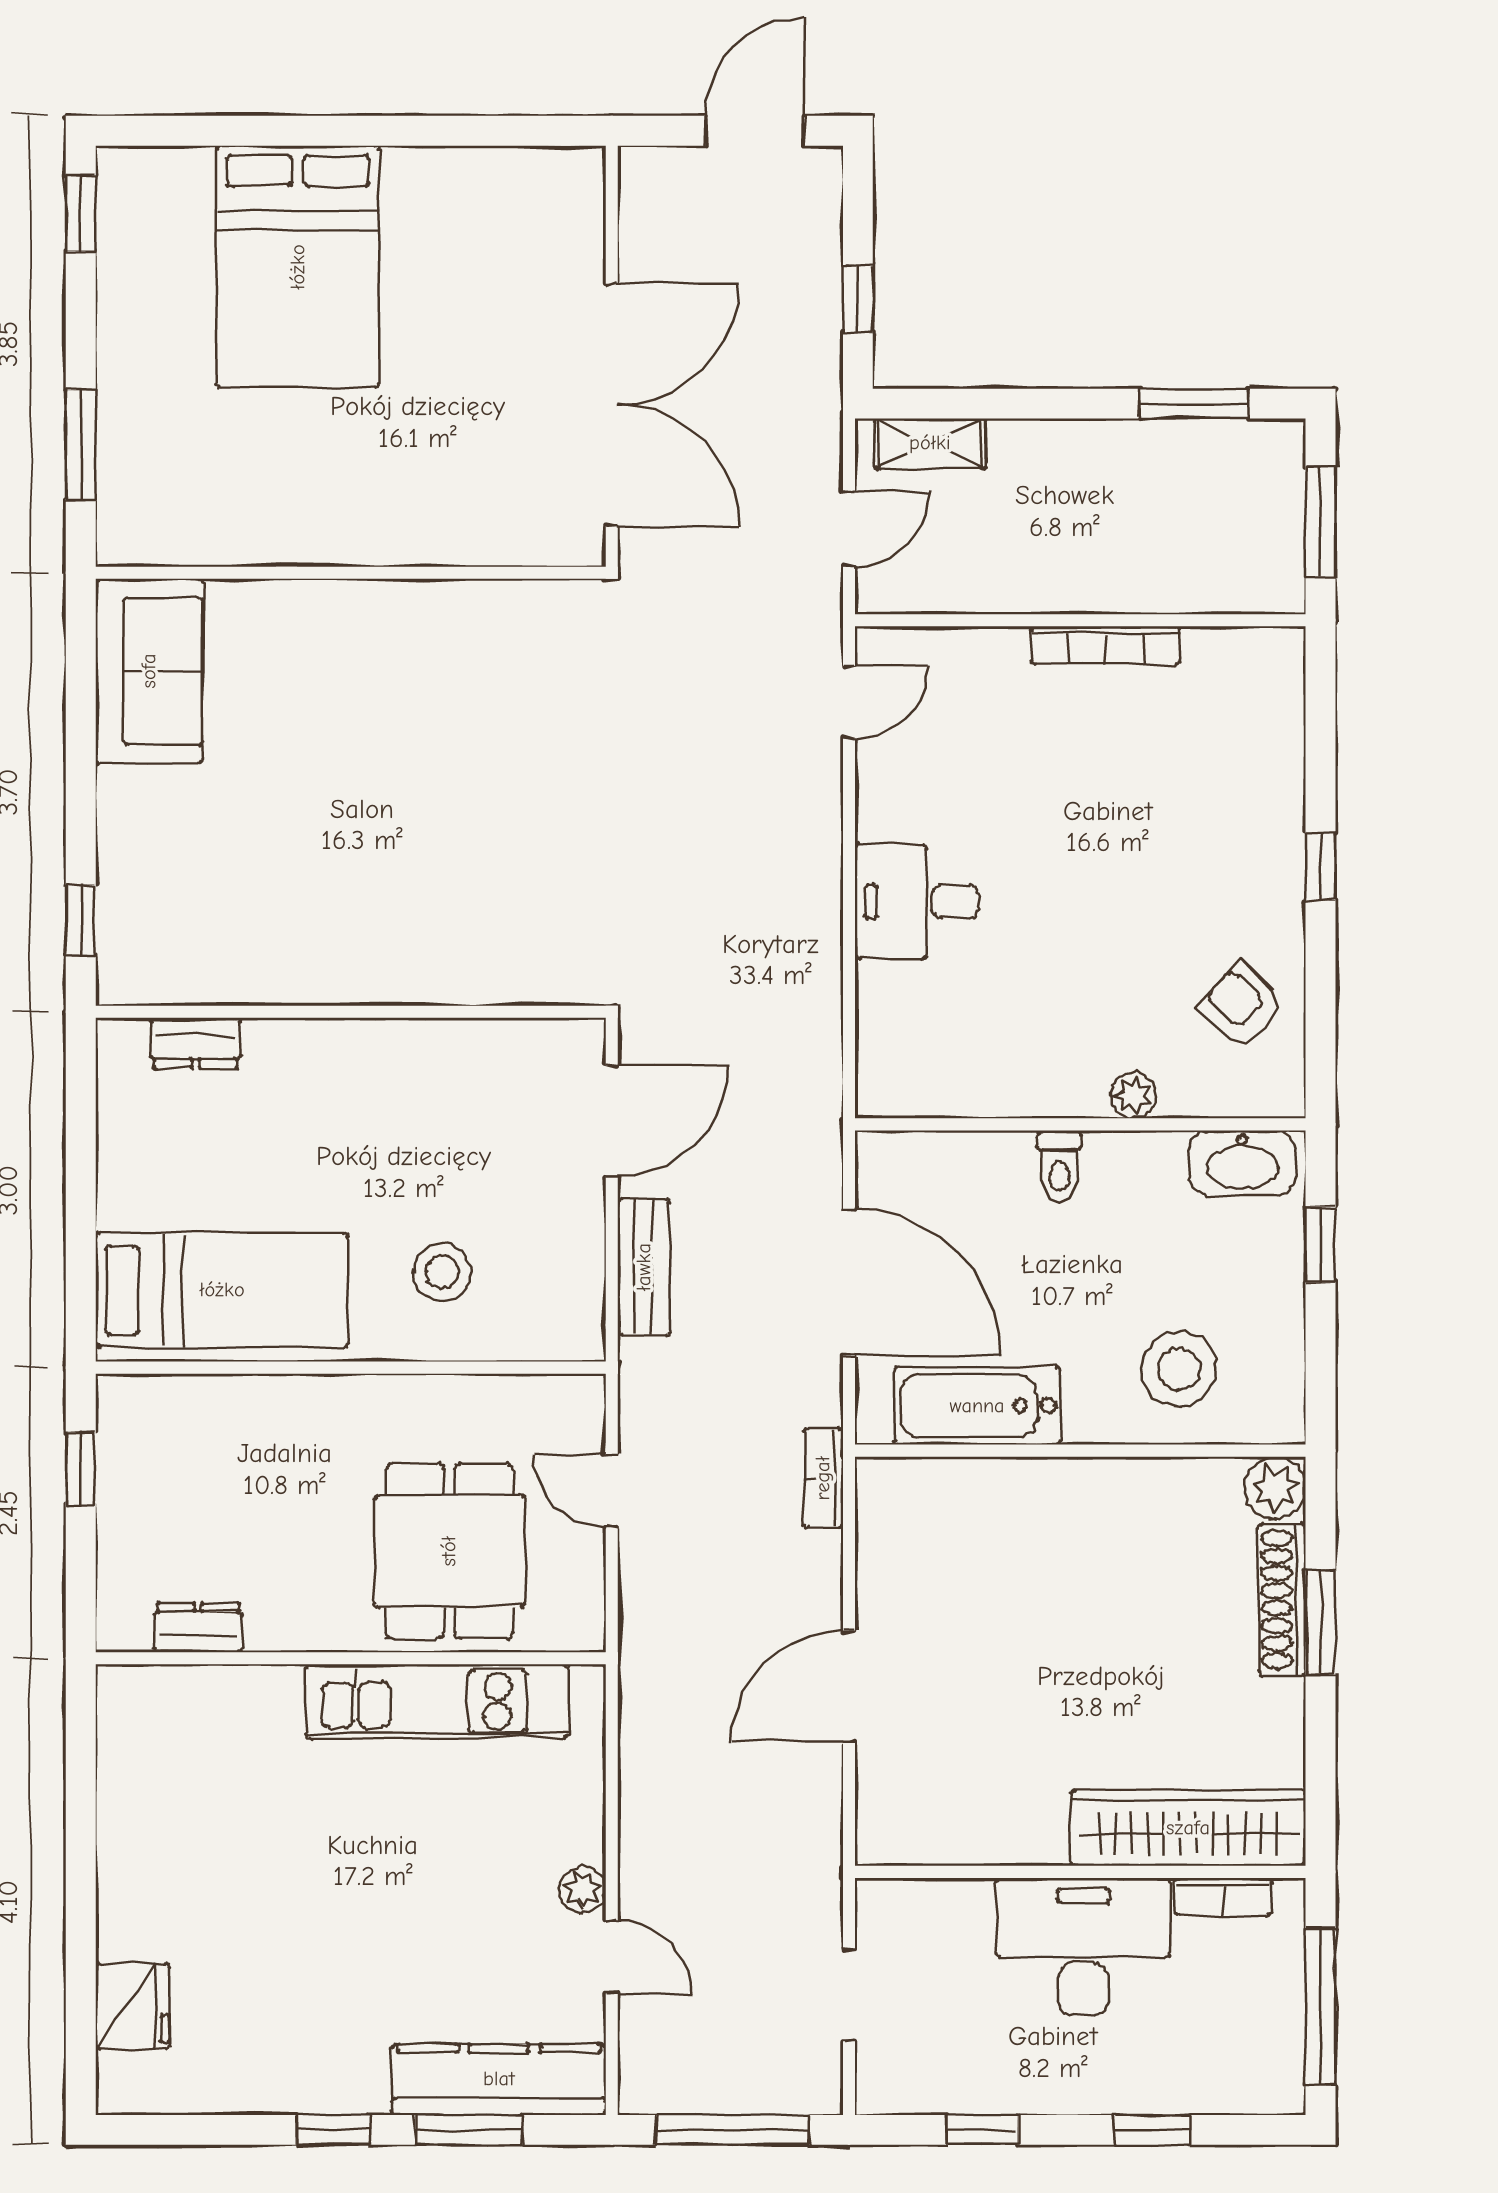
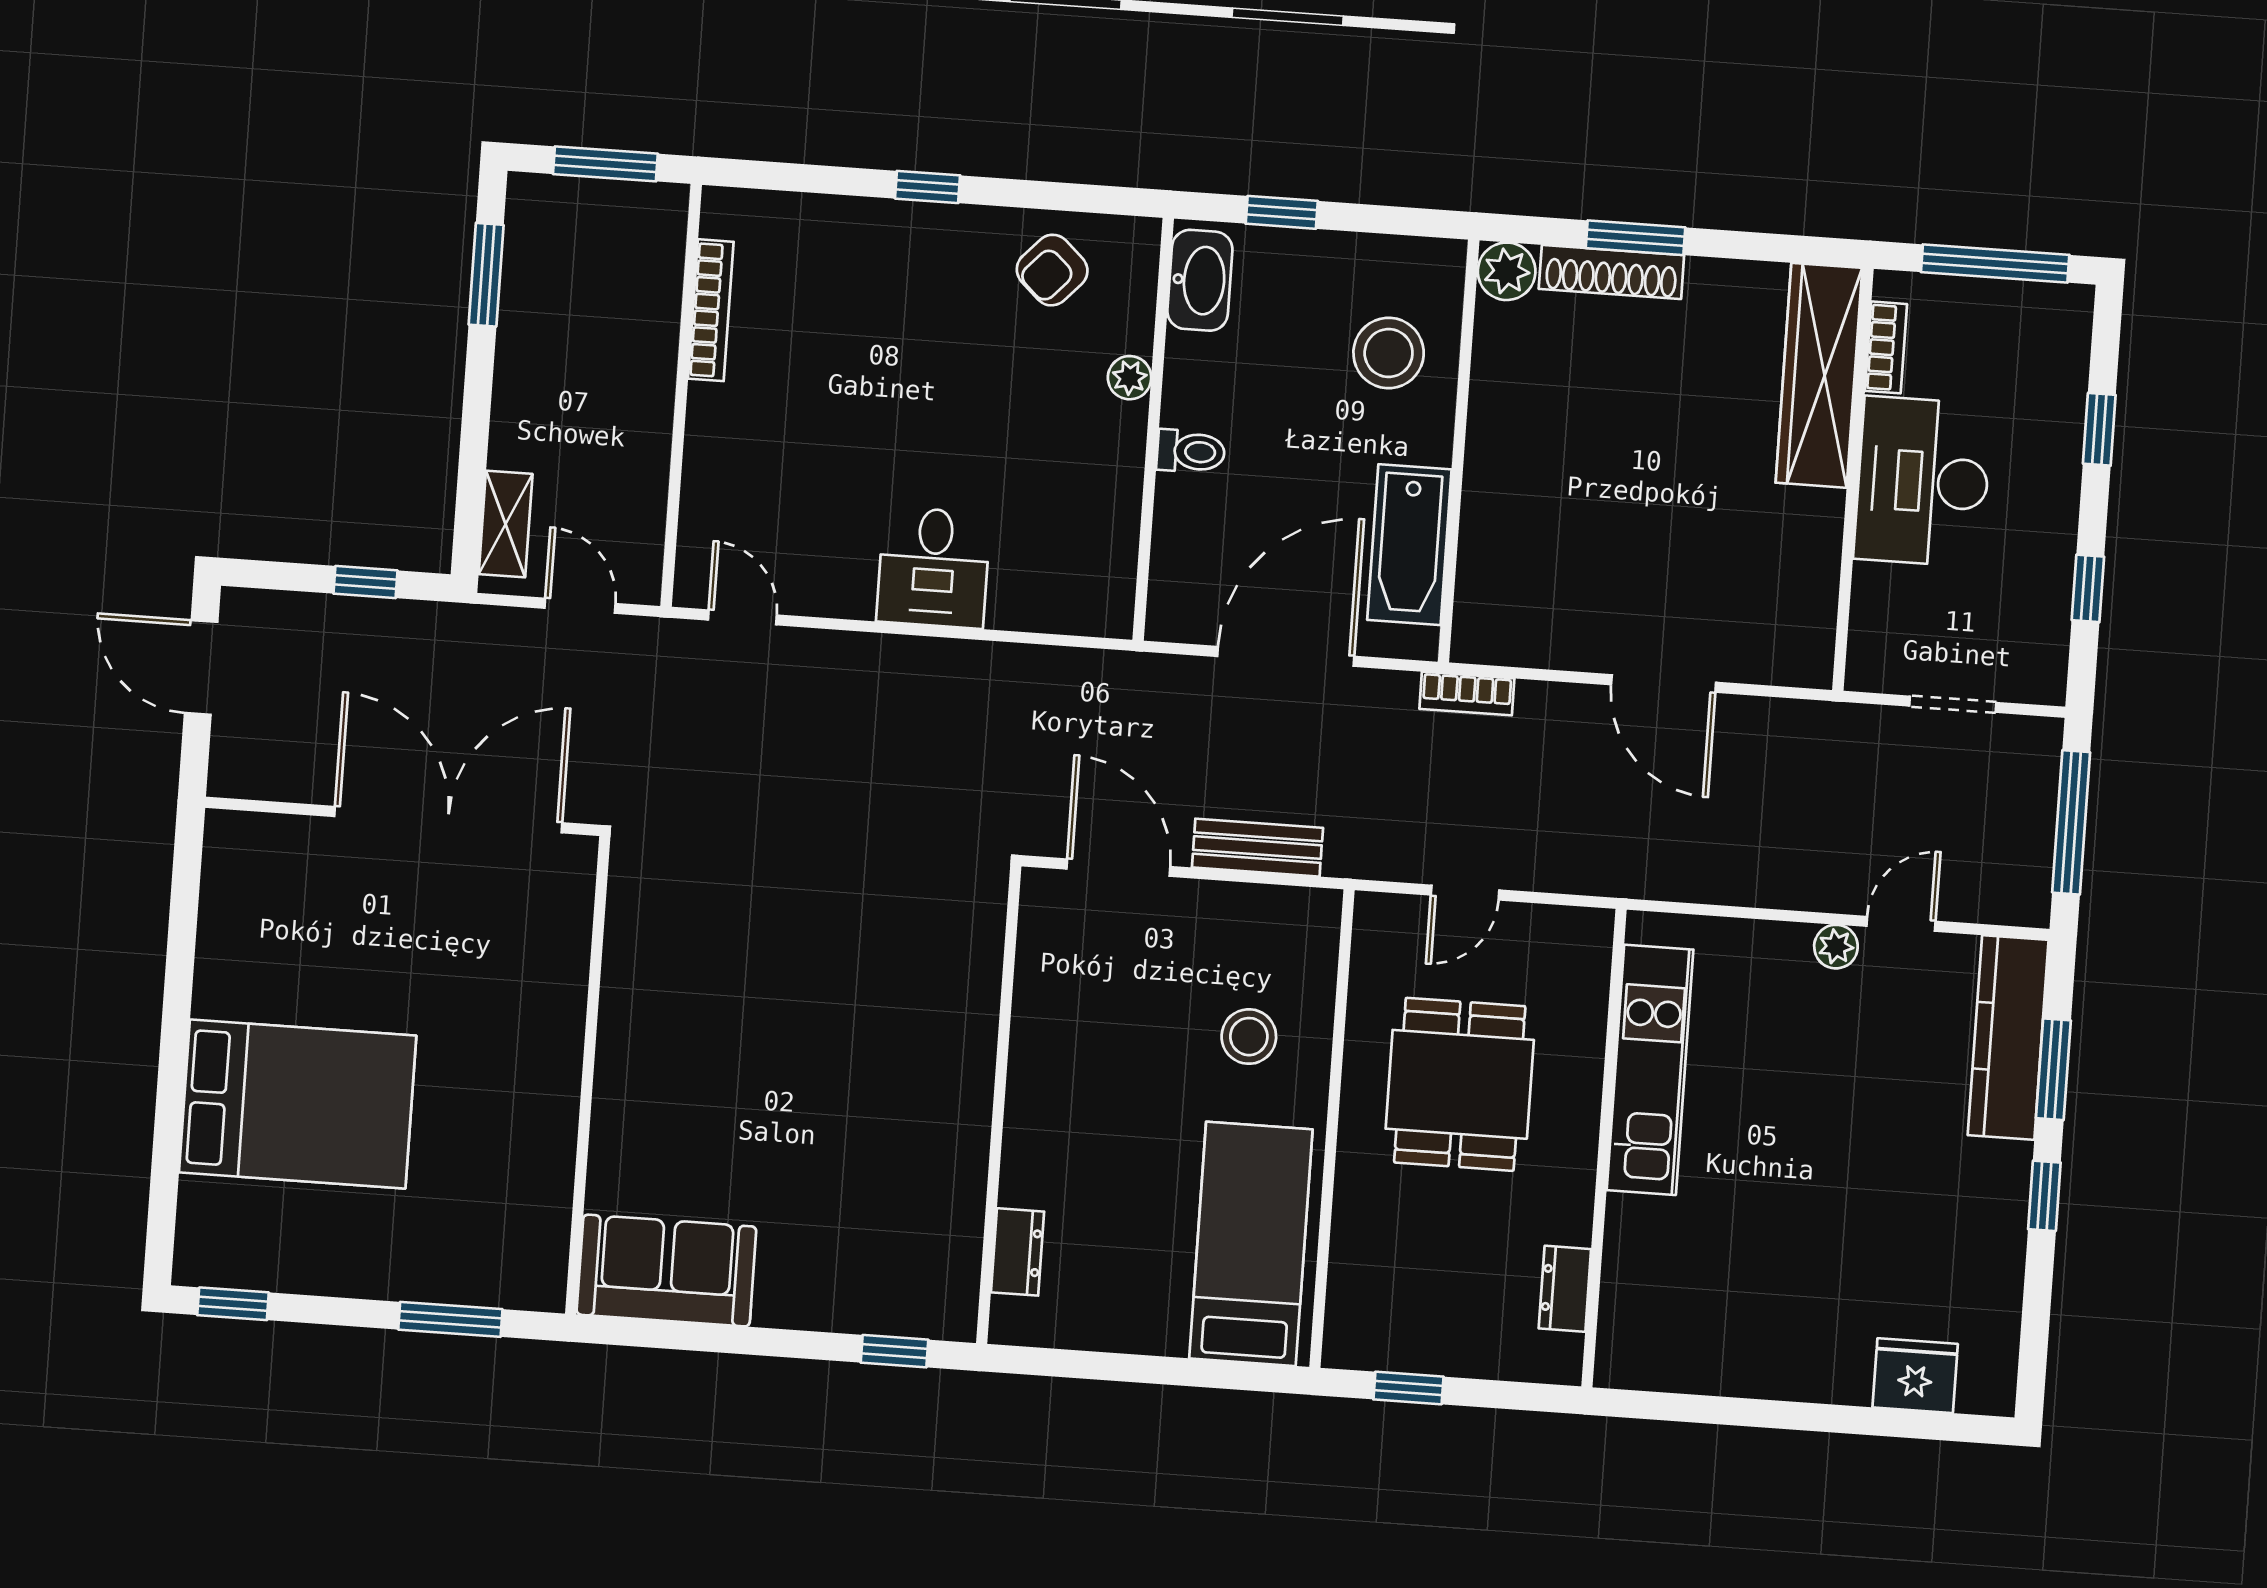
bookcase: (1106, 645) -> (711, 310), moved
dining table: (449, 1551) -> (1460, 1084), moved, turned 90

